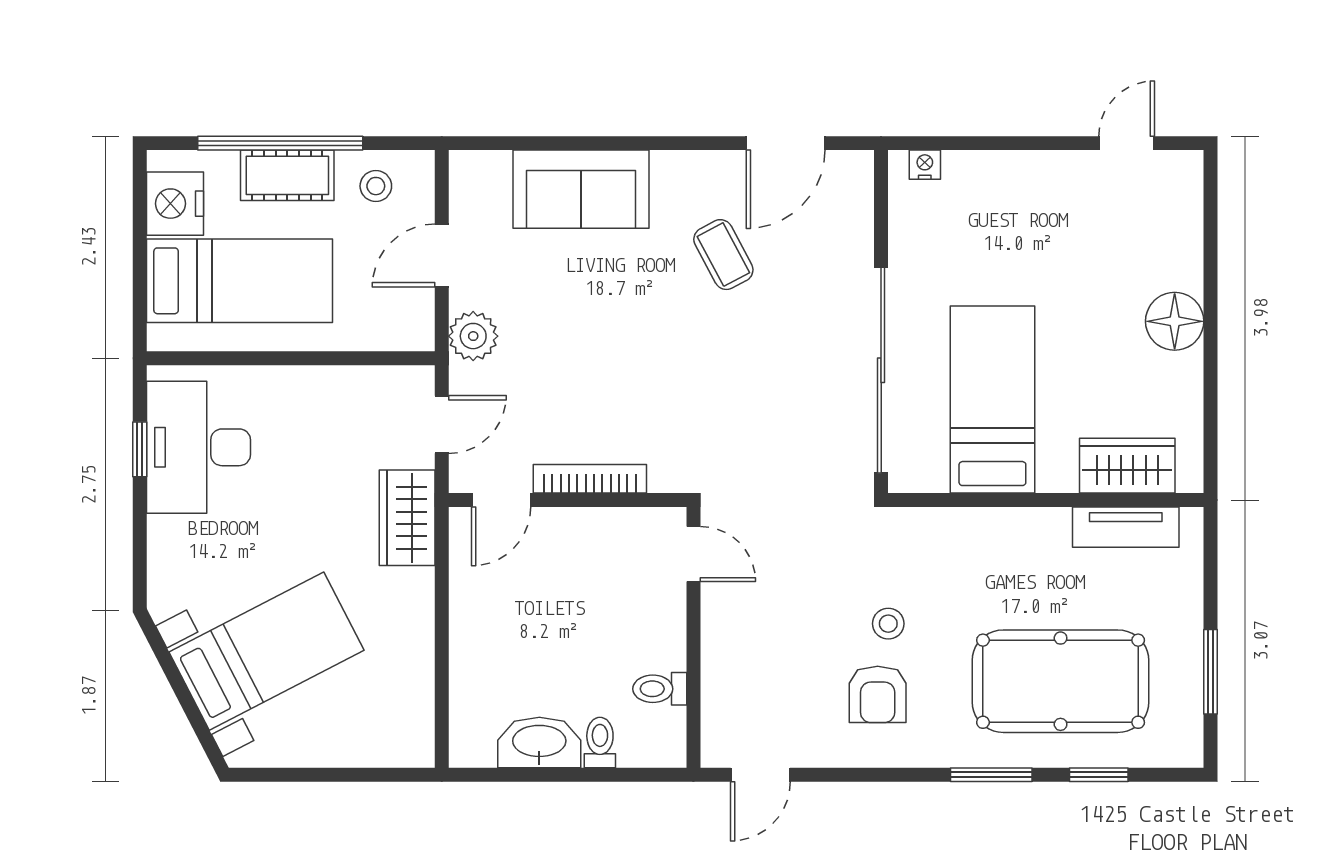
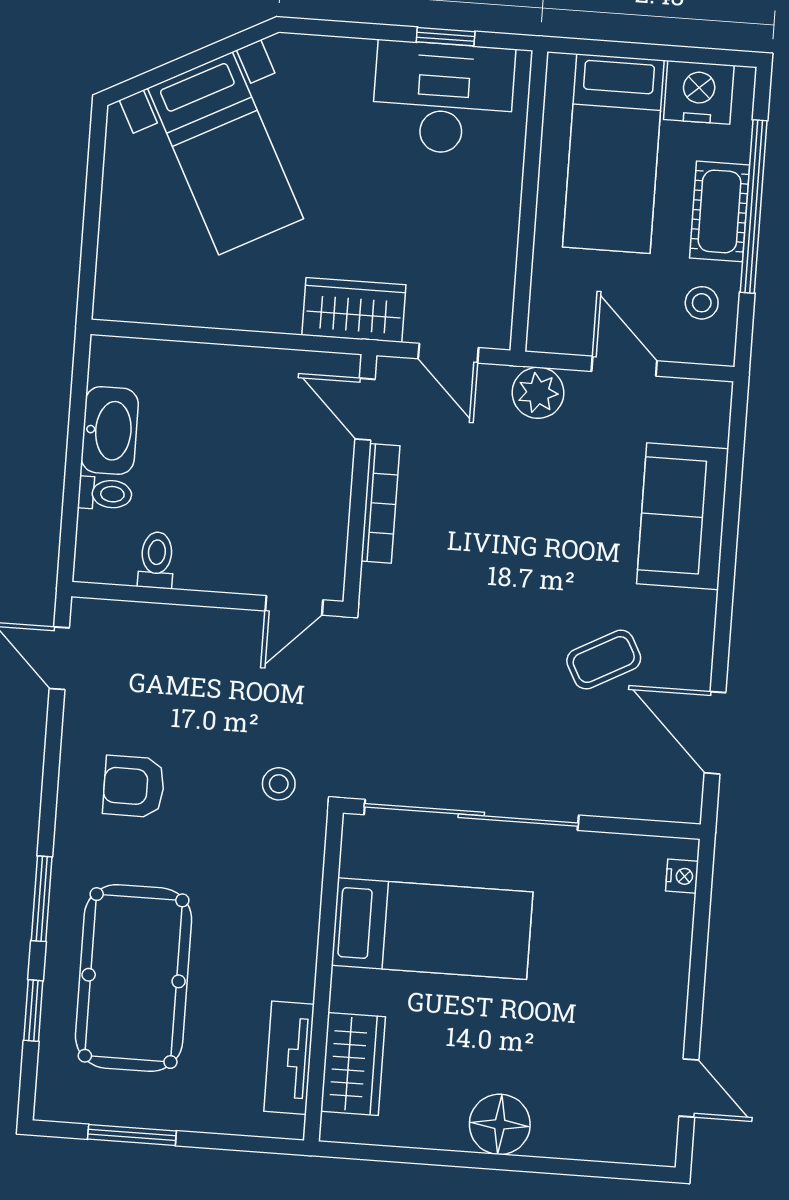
stool: (888, 624) -> (279, 784), moved

